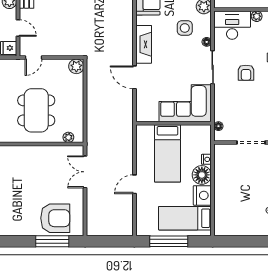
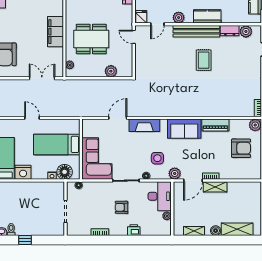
plant: (76, 66) -> (111, 71), moved
filing cabinet: (27, 155) -> (55, 32), added
floor lamp: (202, 175) -> (65, 172), moved

